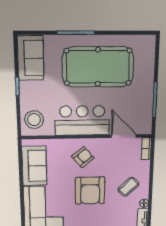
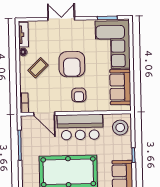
armchair: (83, 157) -> (79, 95), turned -50
armchair: (90, 191) -> (72, 64), turned 180

